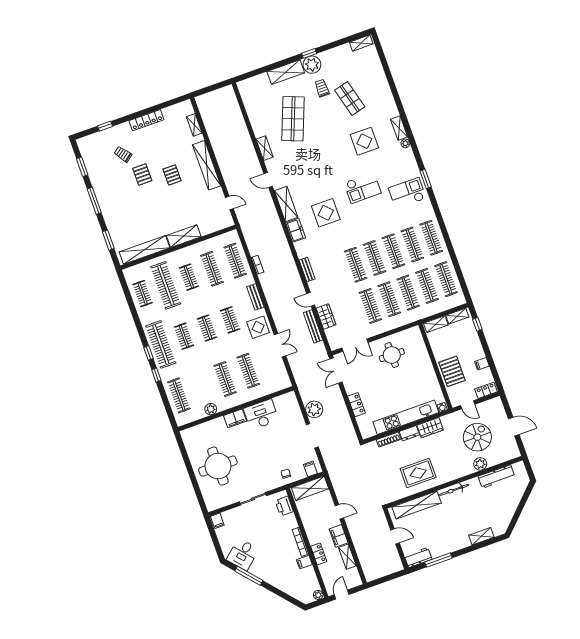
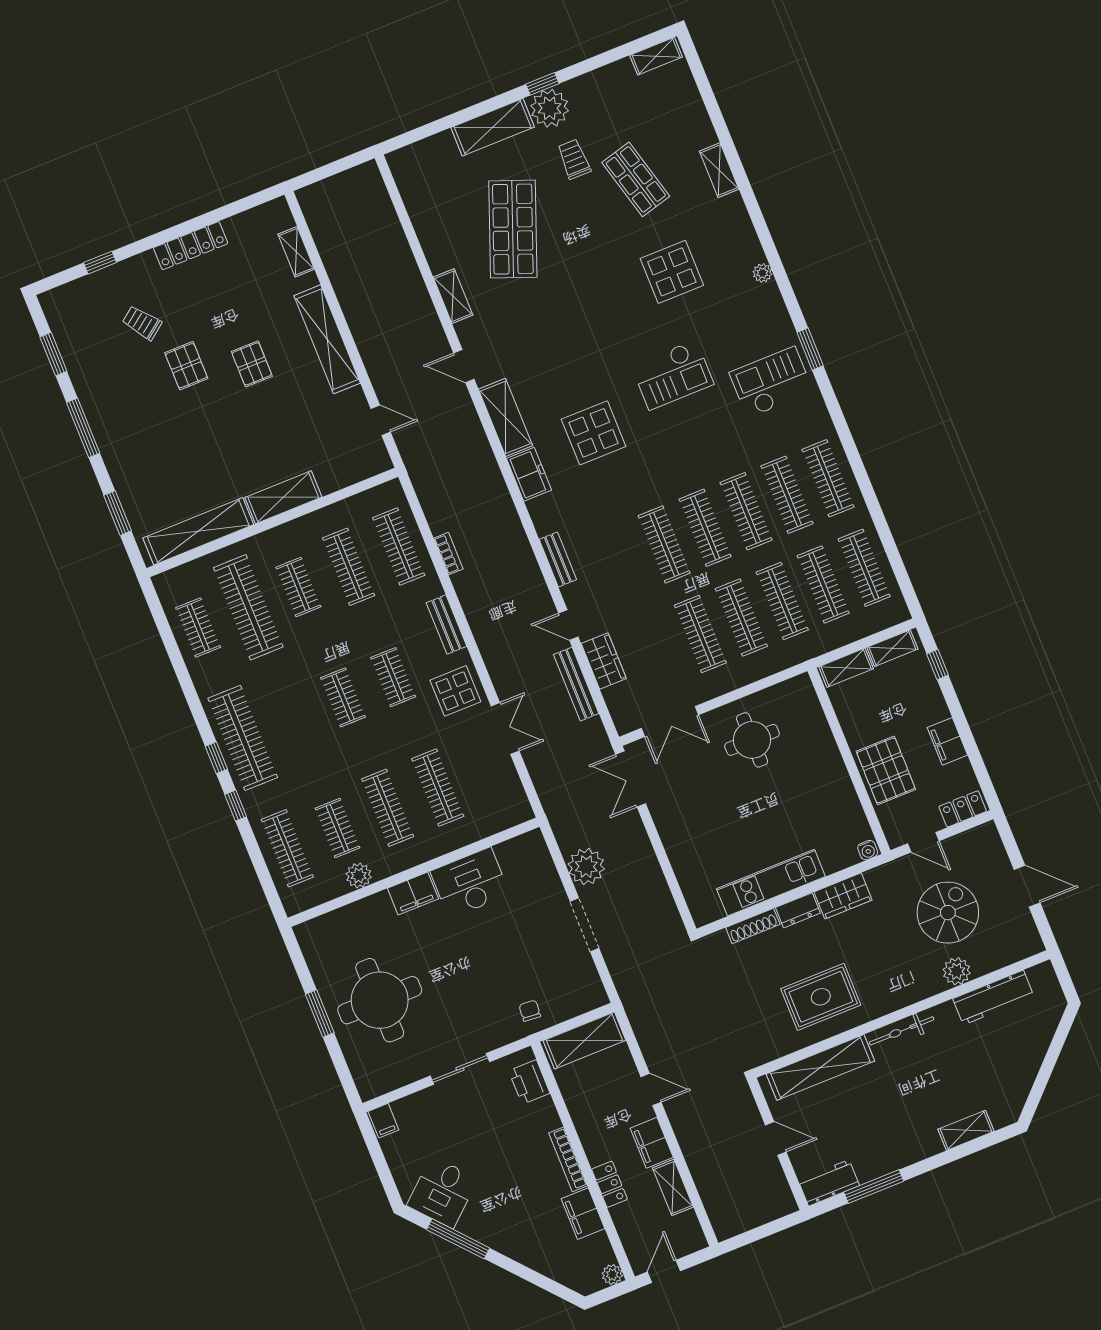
shelving: (399, 128) -> (719, 170), moved
clothes rail: (184, 336) -> (337, 828), moved
filing cabinet: (482, 364) -> (947, 741), width x2.00
locker: (356, 405) -> (679, 852), removed
kitchen unit: (406, 417) -> (771, 883), width x0.73
filing cabinet: (310, 469) -> (583, 998), removed
window: (190, 471) -> (320, 1014), added
filing cabinet: (304, 562) -> (583, 1214), width x2.00

